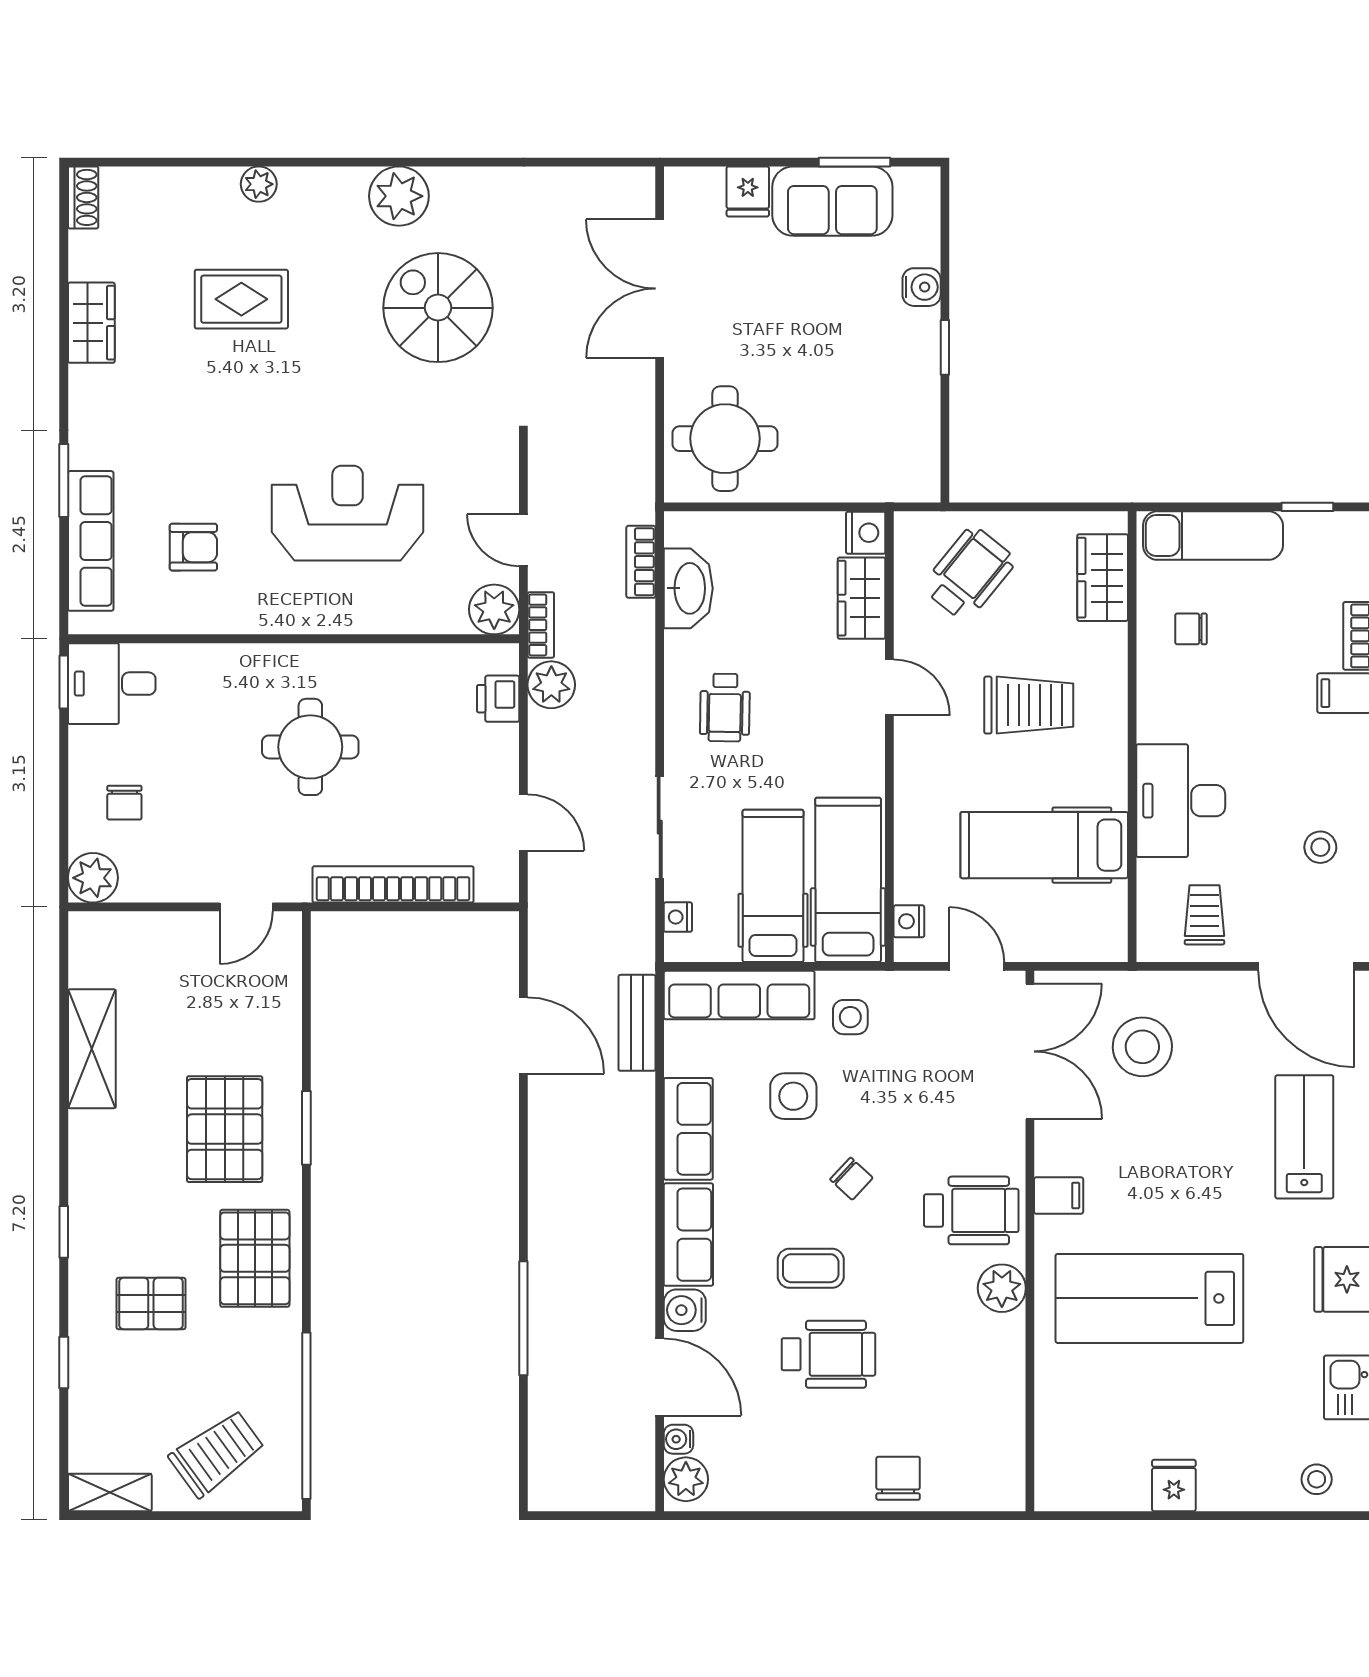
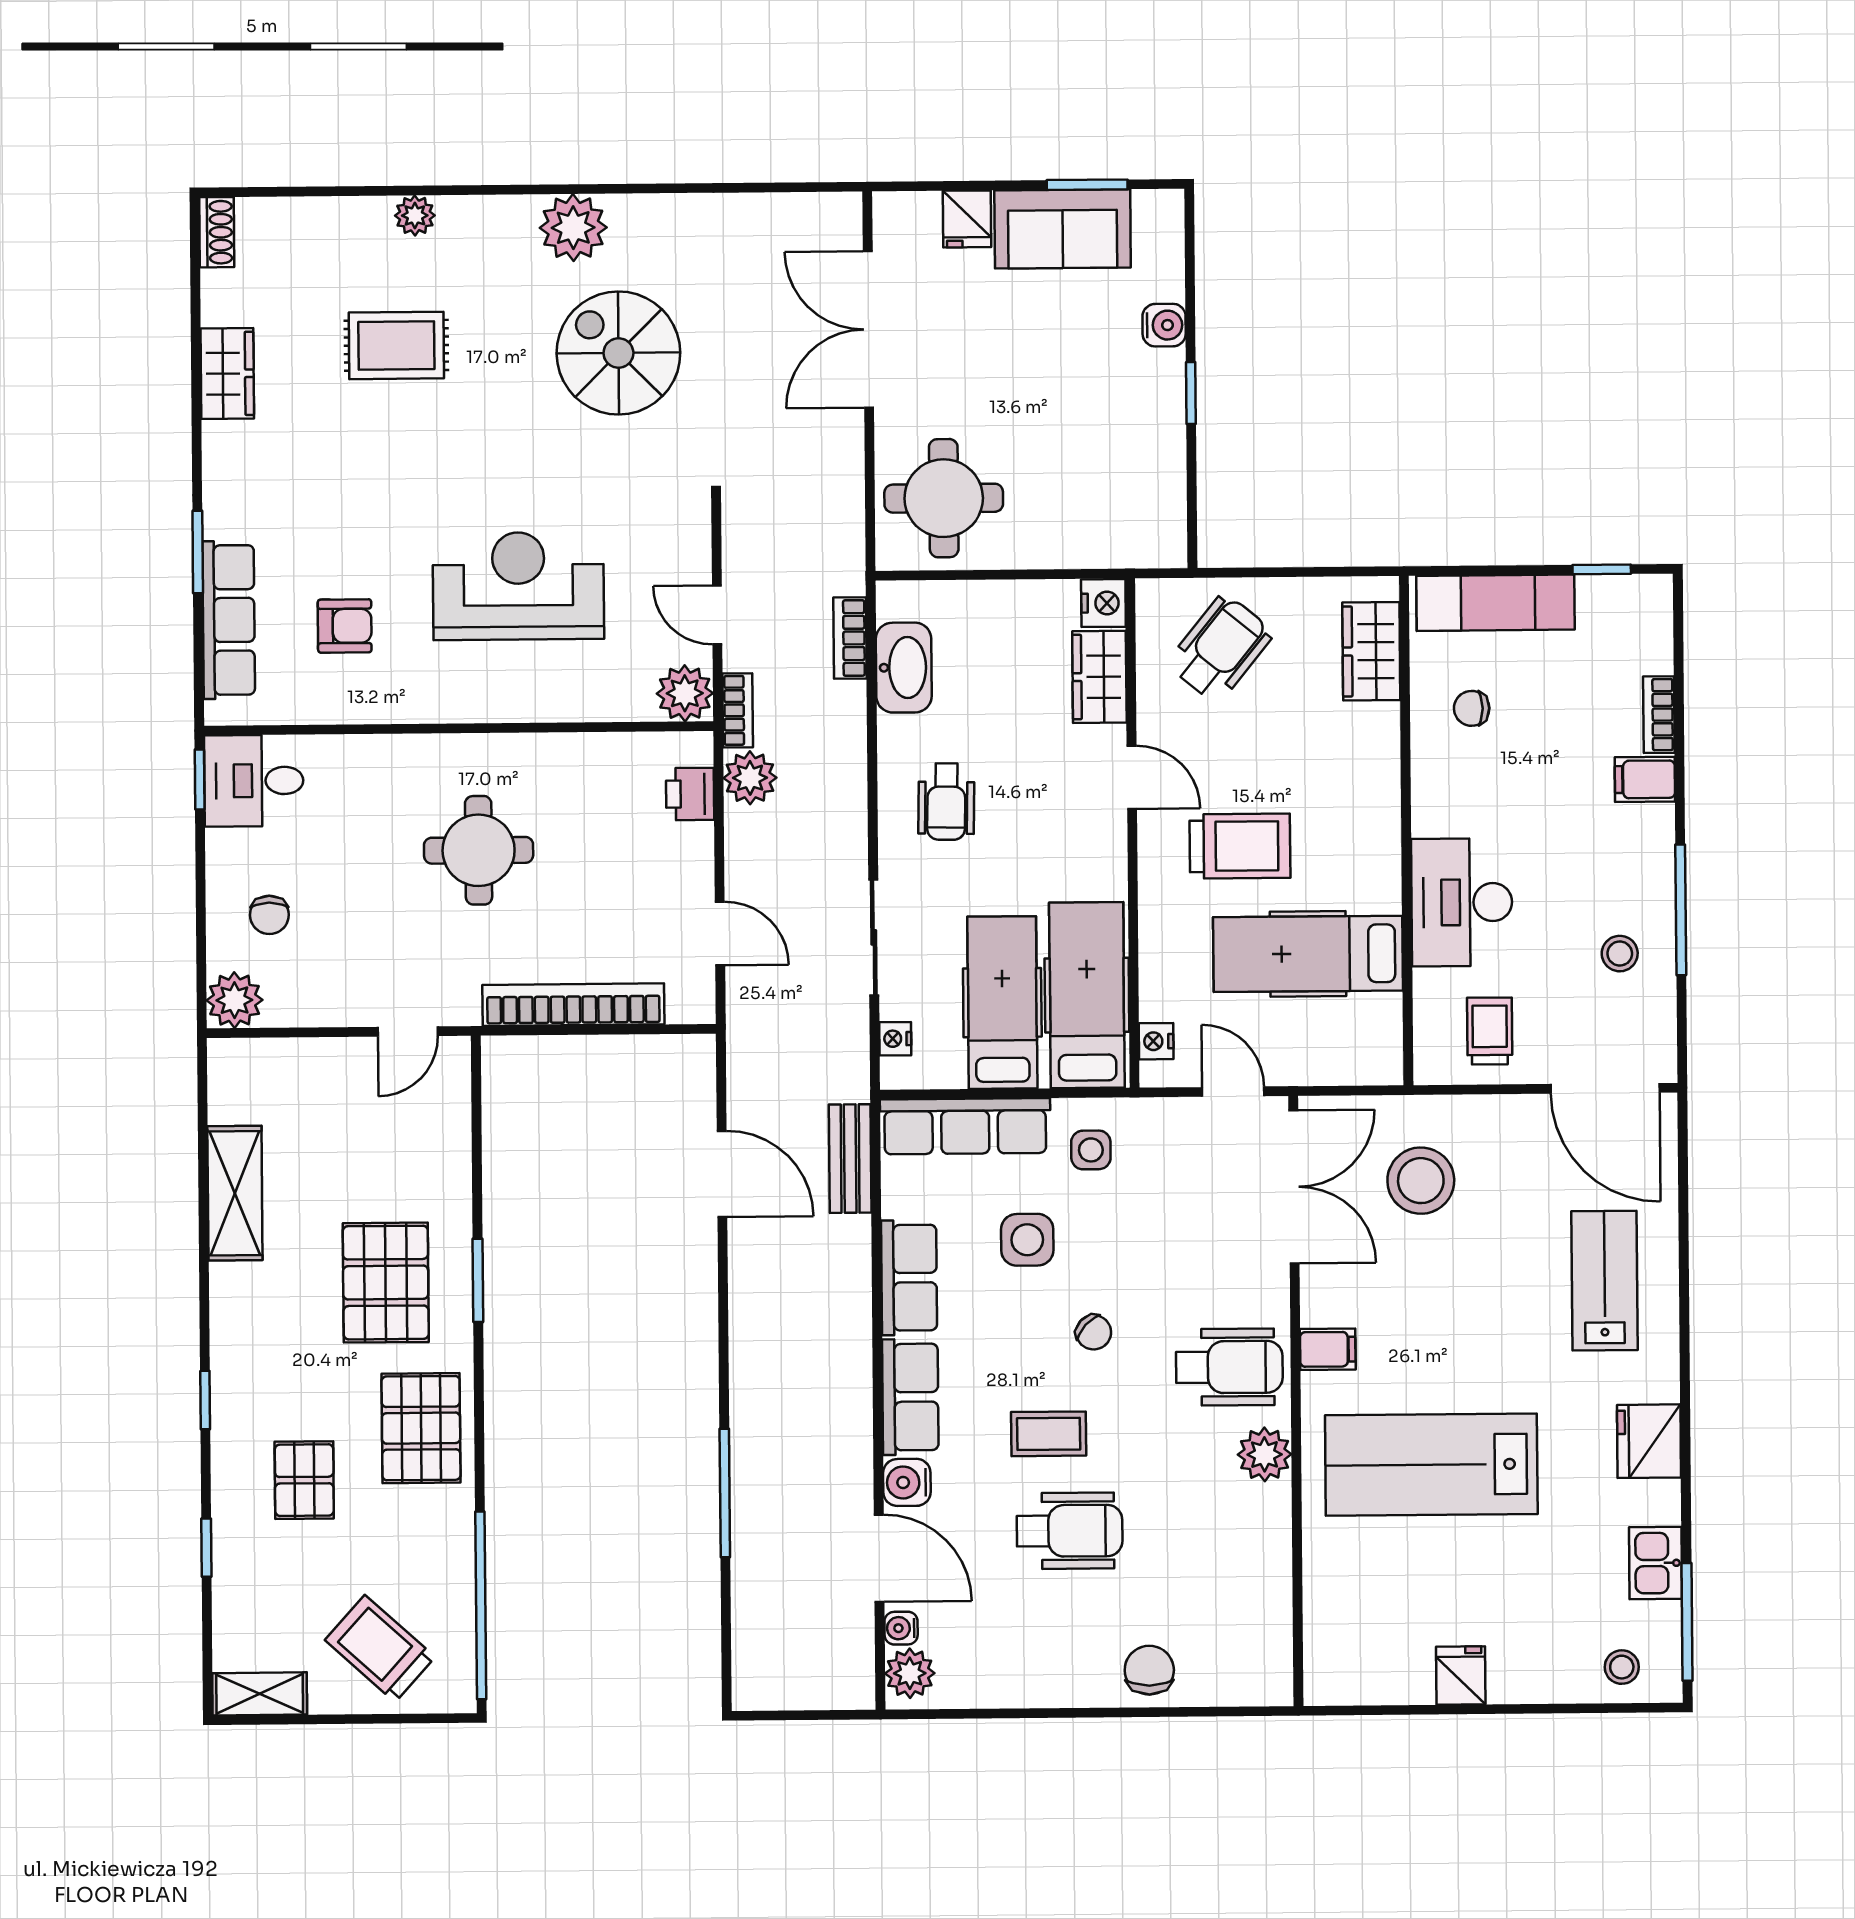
trolley: (1029, 705) -> (1240, 846), moved
pallet: (151, 1303) -> (304, 1480), turned 90
trolley: (217, 1453) -> (380, 1649), turned -102

